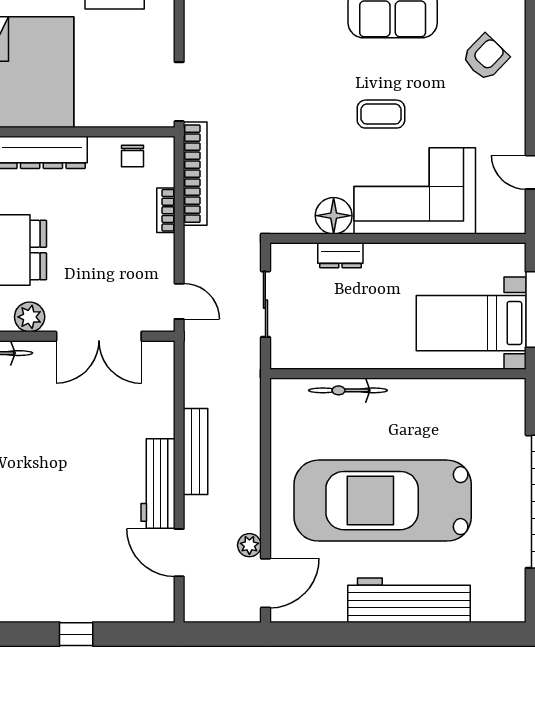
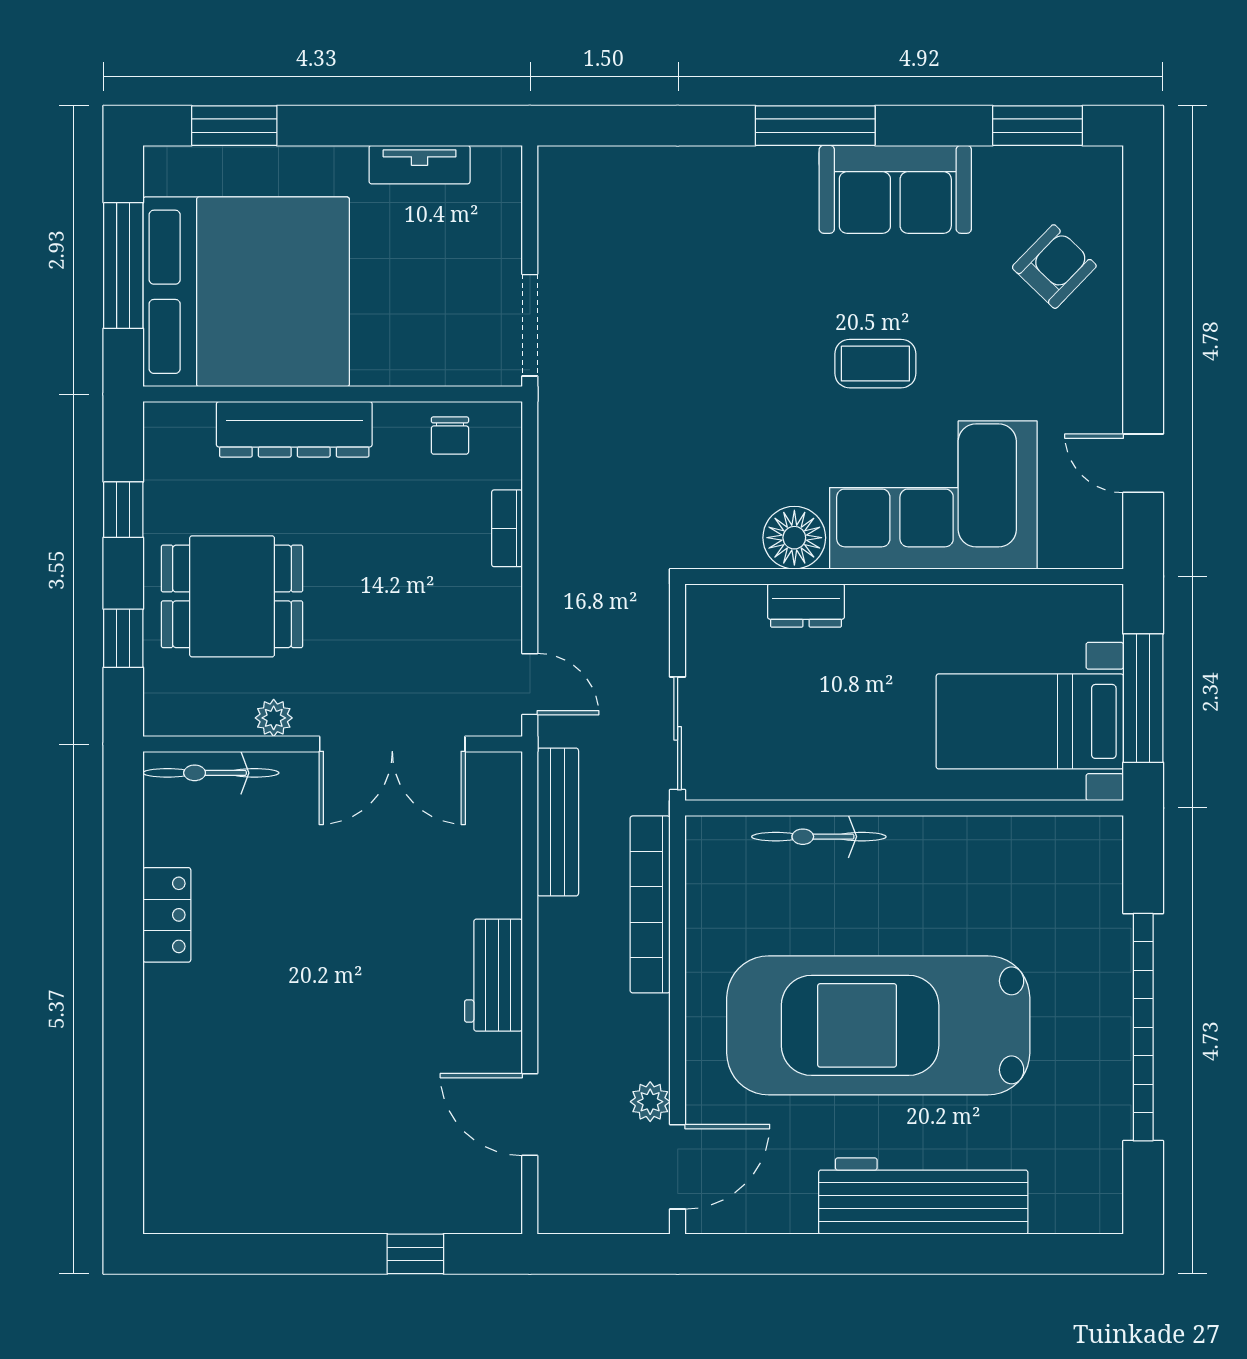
bookcase: (195, 174) -> (650, 904), moved, turned 180
sliding door: (265, 304) -> (678, 733), moved
plant: (30, 317) -> (274, 718), width x0.73, depth x0.73
bench: (196, 451) -> (558, 822), moved
workbench: (158, 484) -> (493, 975), width x0.73
window: (76, 634) -> (415, 1254), moved

